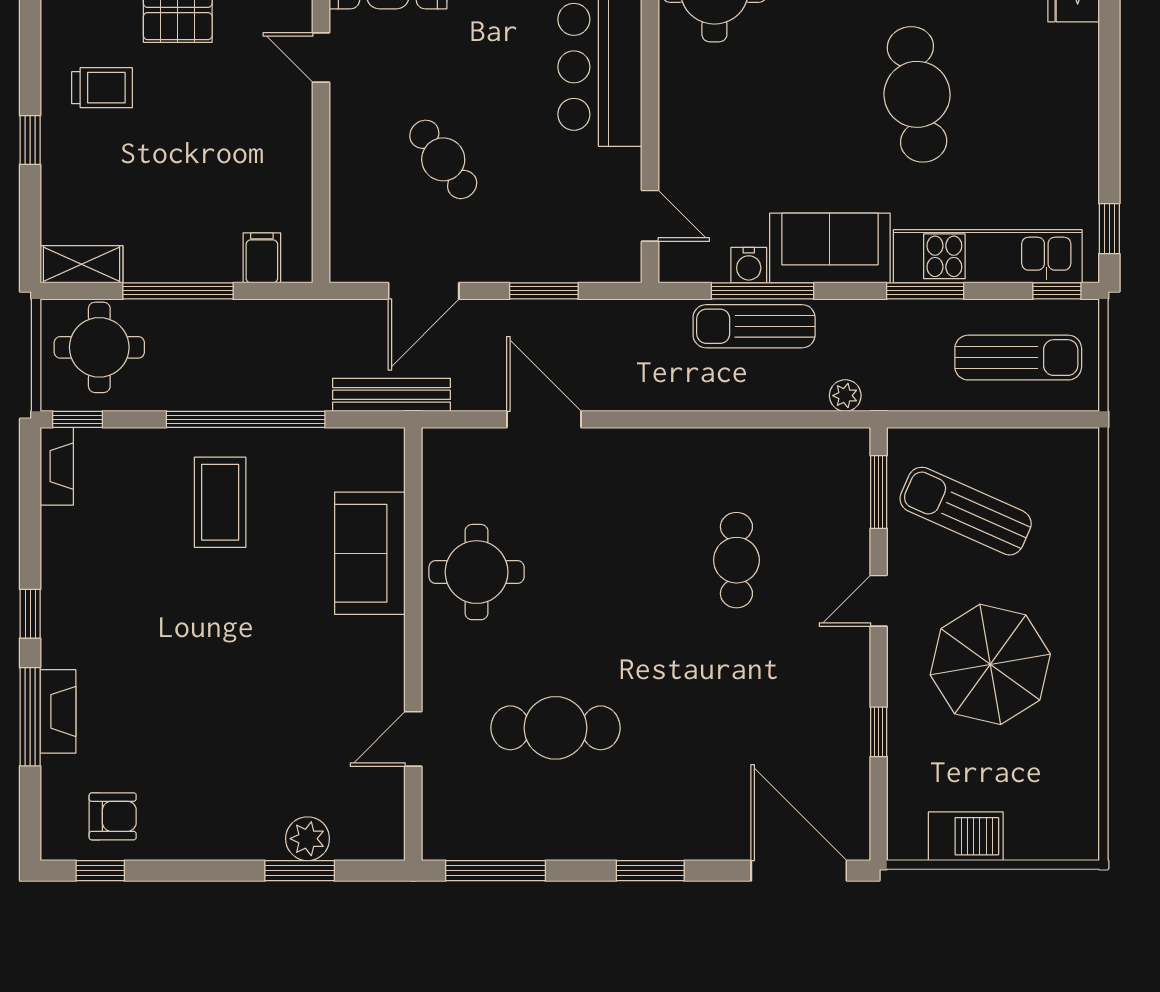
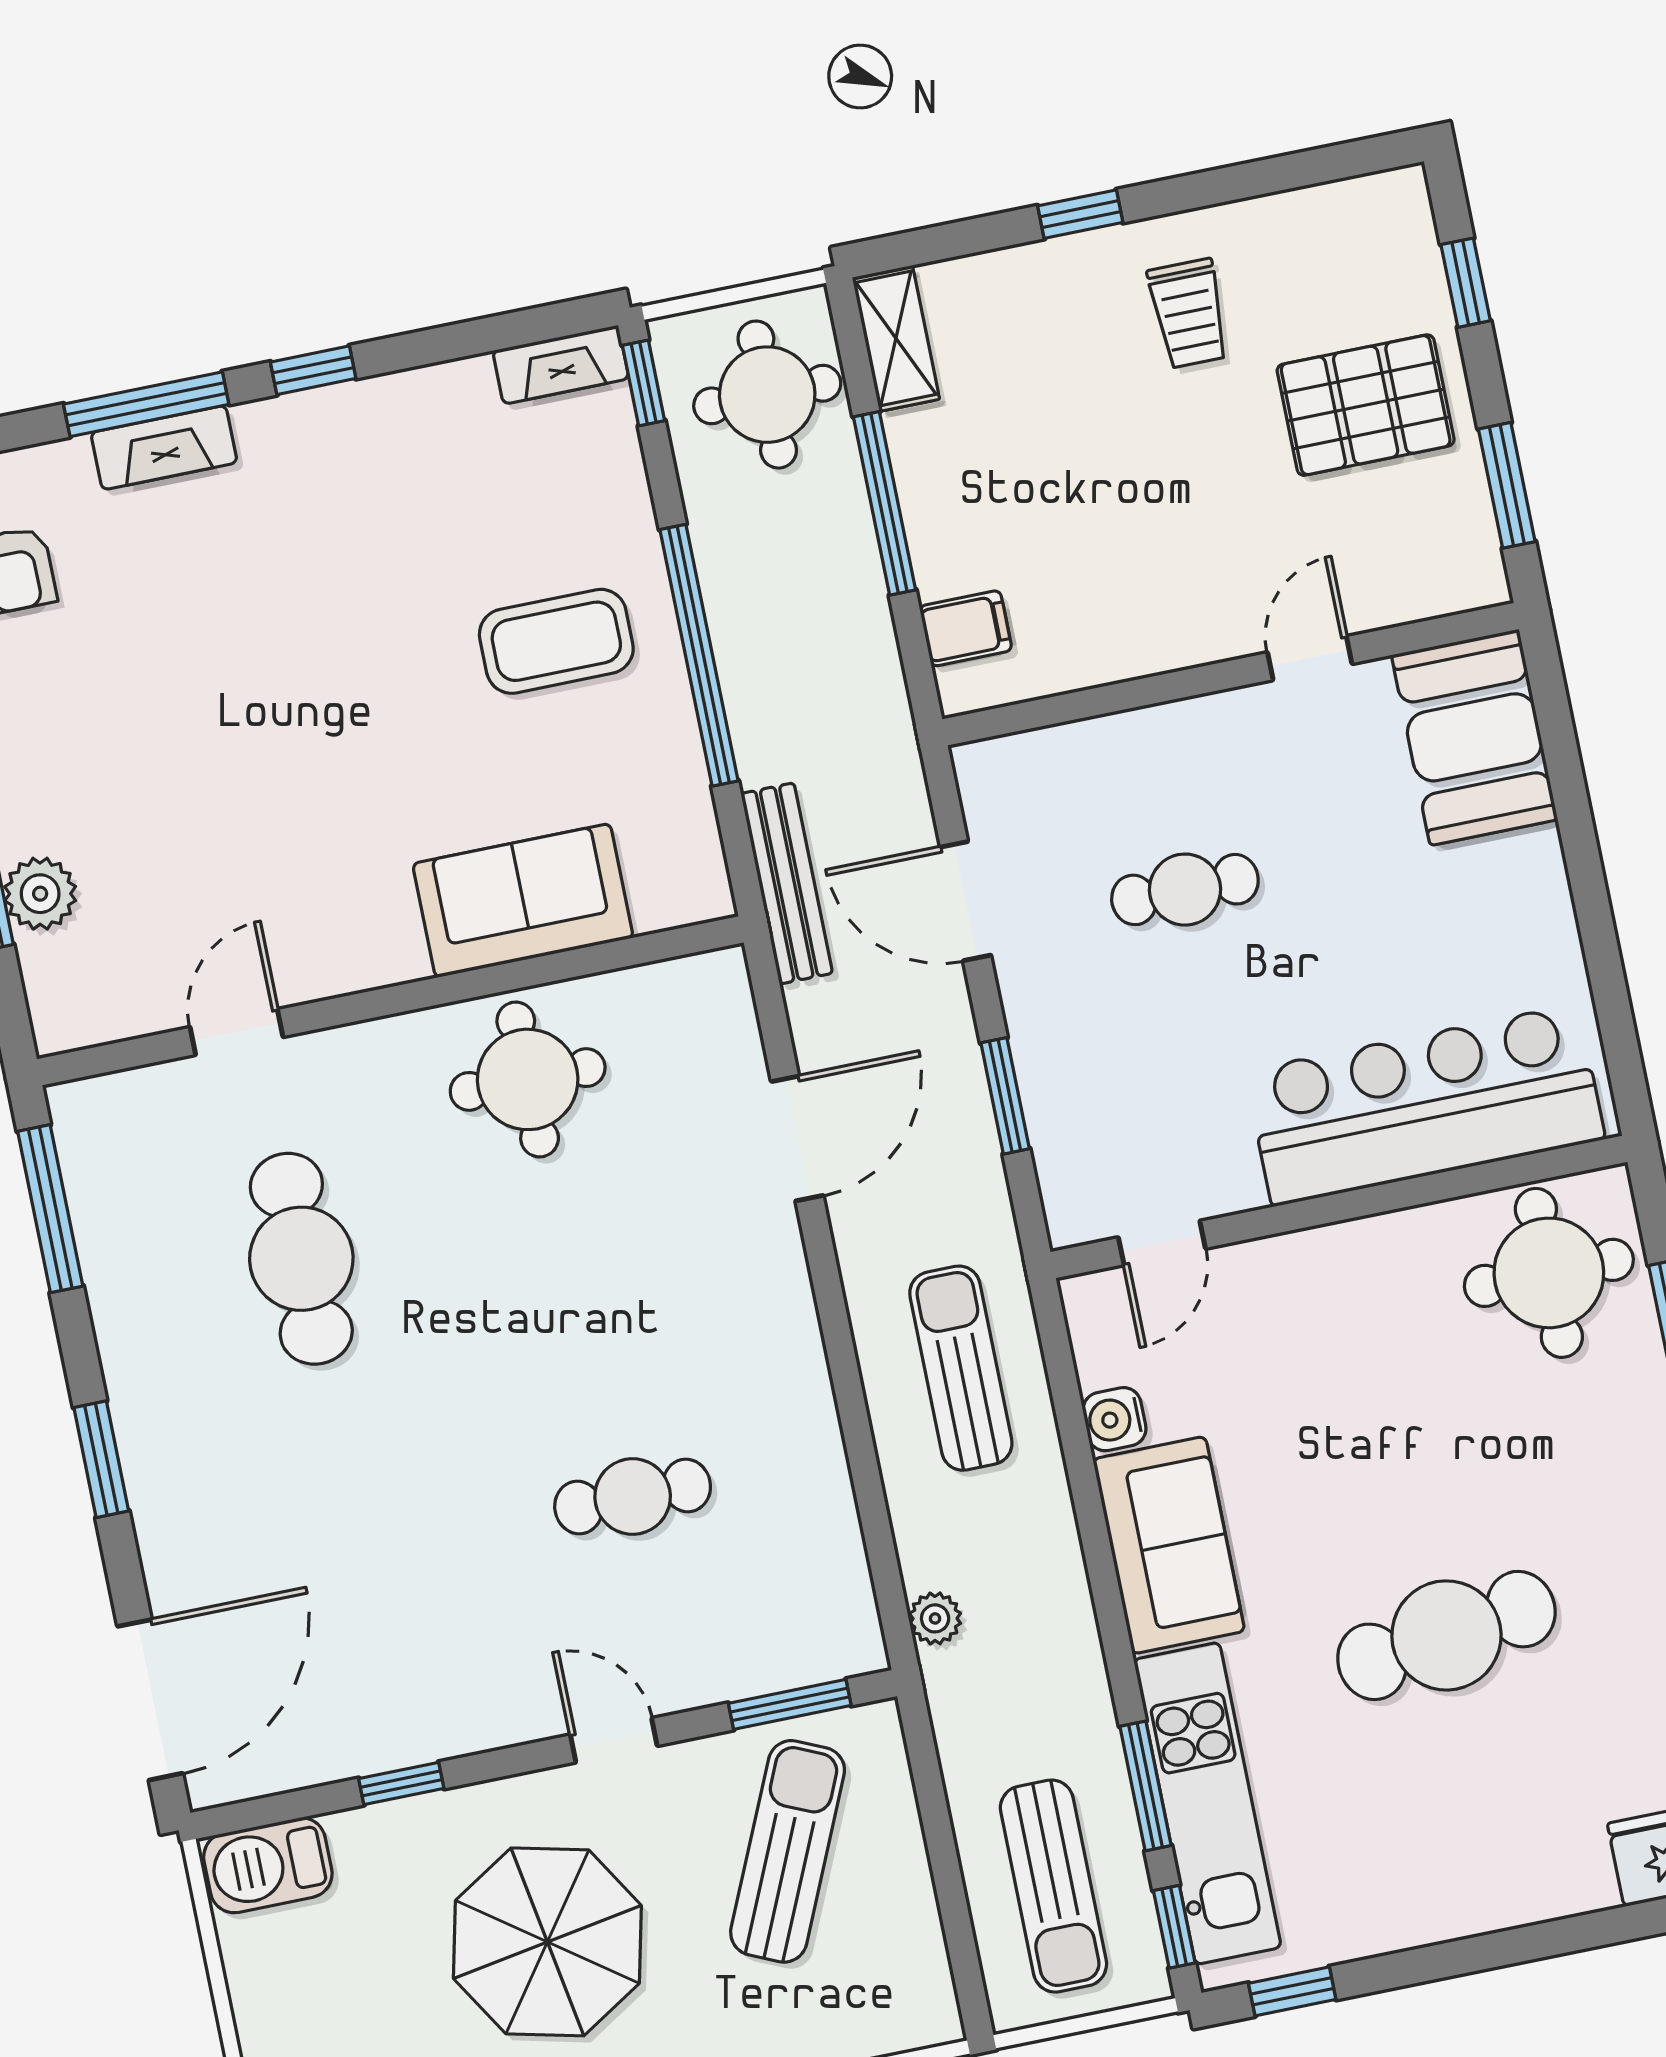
cafe table: (443, 159) -> (1185, 890), turned 37
window: (763, 291) -> (1077, 1450), removed
window: (925, 291) -> (1146, 1786), moved
sun lounger: (754, 326) -> (961, 1368), moved
door: (413, 739) -> (237, 1032), hinge flipped
barbecue: (966, 836) -> (268, 1865), moved, turned 90

